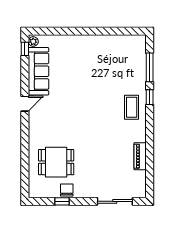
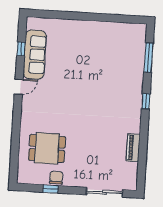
plant: (33, 42) -> (31, 24), removed
window: (25, 49) -> (21, 49), moved
window: (150, 97) -> (146, 101), moved
coffee table: (132, 107) -> (127, 97), removed

